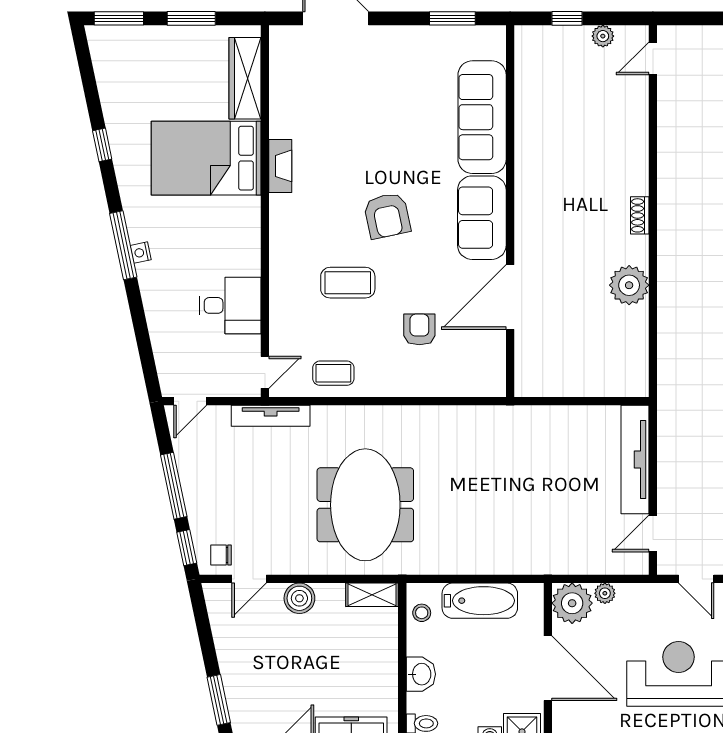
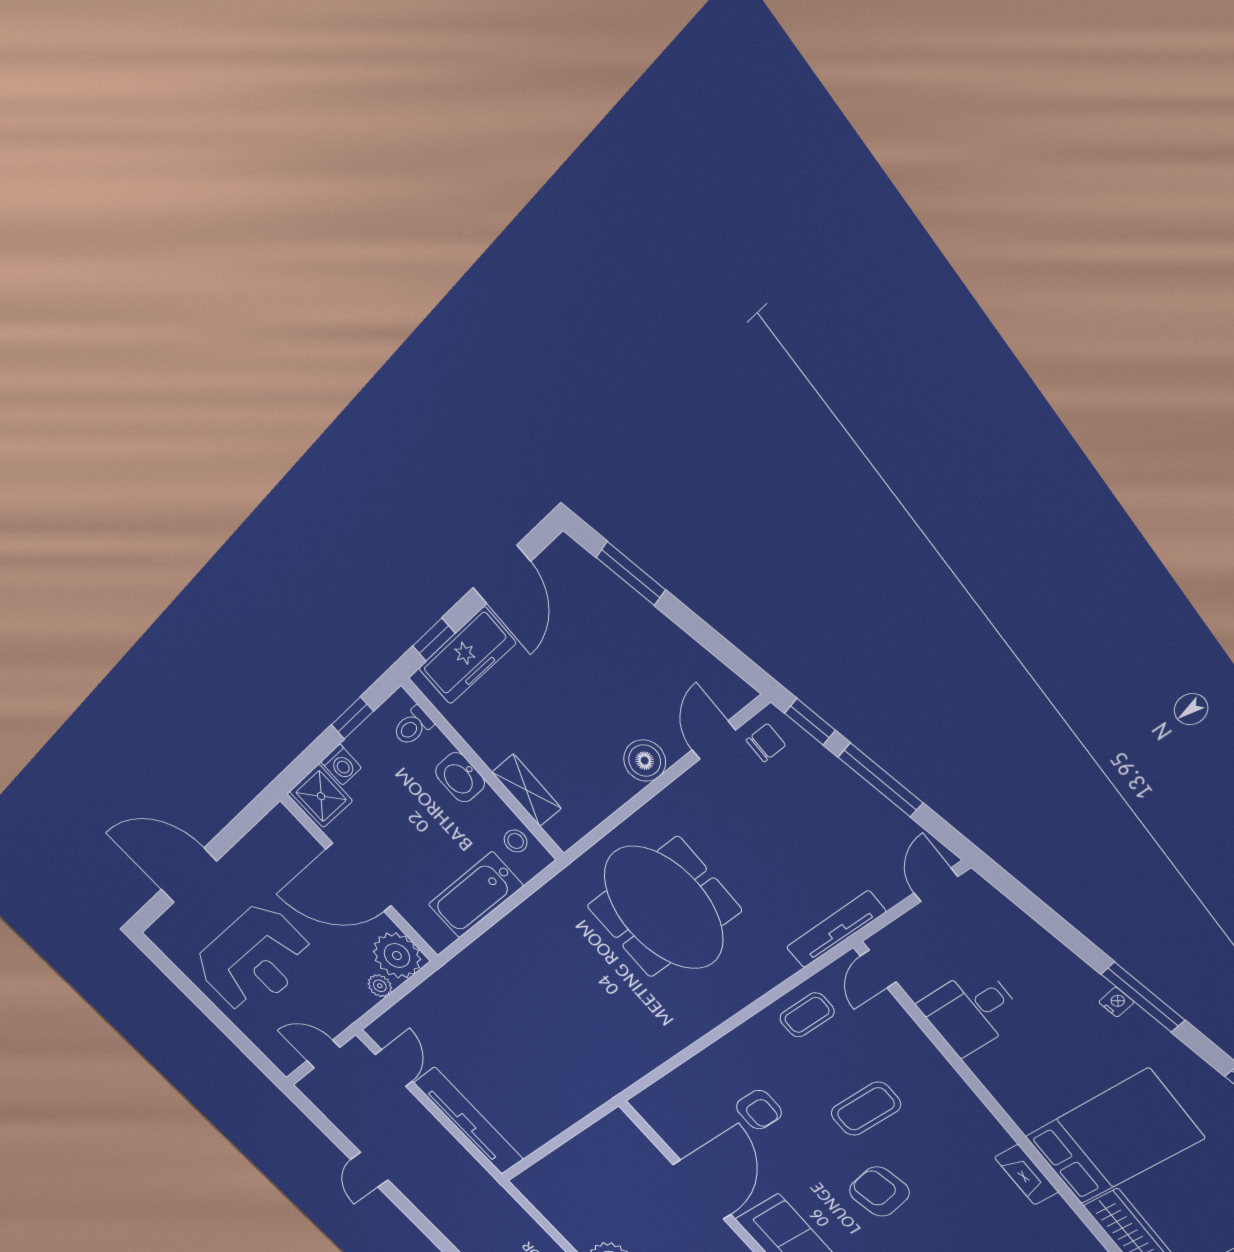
shelving: (372, 595) -> (527, 790), moved, turned 90

